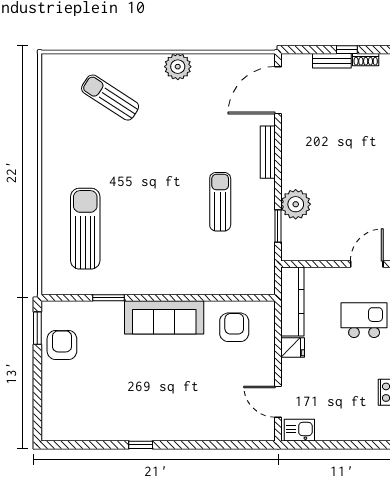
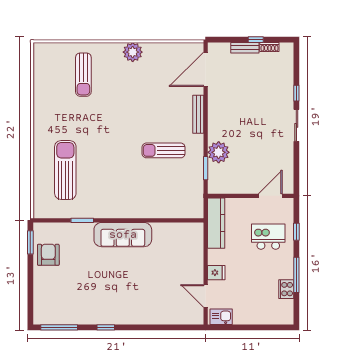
sun lounger: (110, 98) -> (83, 75), turned -123
sun lounger: (220, 202) -> (164, 150), turned -90
armchair: (234, 327) -> (174, 242), removed
fridge: (293, 348) -> (216, 273), moved
window: (77, 445) -> (59, 327), added

